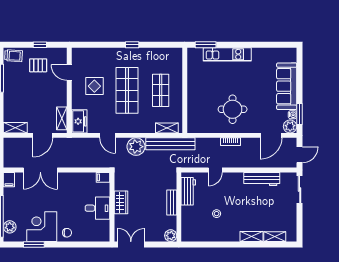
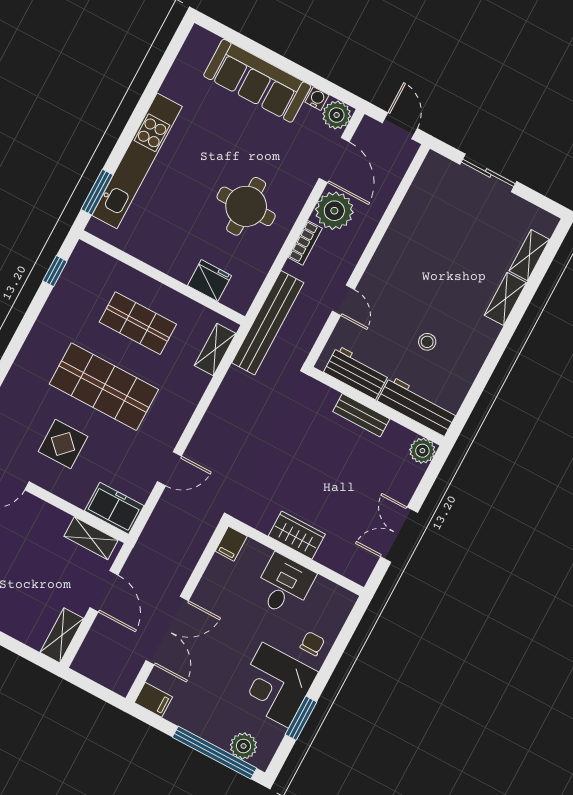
window: (132, 45) -> (55, 271), moved
kitchen unit: (227, 54) -> (137, 161), width x1.36
fridge: (194, 111) -> (210, 281), added
window: (300, 114) -> (323, 84), removed
bench: (170, 144) -> (268, 323), moved
plant: (136, 147) -> (334, 211), moved
filing cabinet: (103, 177) -> (231, 544), moved
workbench: (262, 179) -> (417, 406), moved, turned -90
sliding door: (300, 189) -> (488, 173), moved
wardrobe: (121, 202) -> (297, 535), moved
wall: (112, 207) -> (296, 557), moved
desk: (97, 208) -> (284, 585), moved

